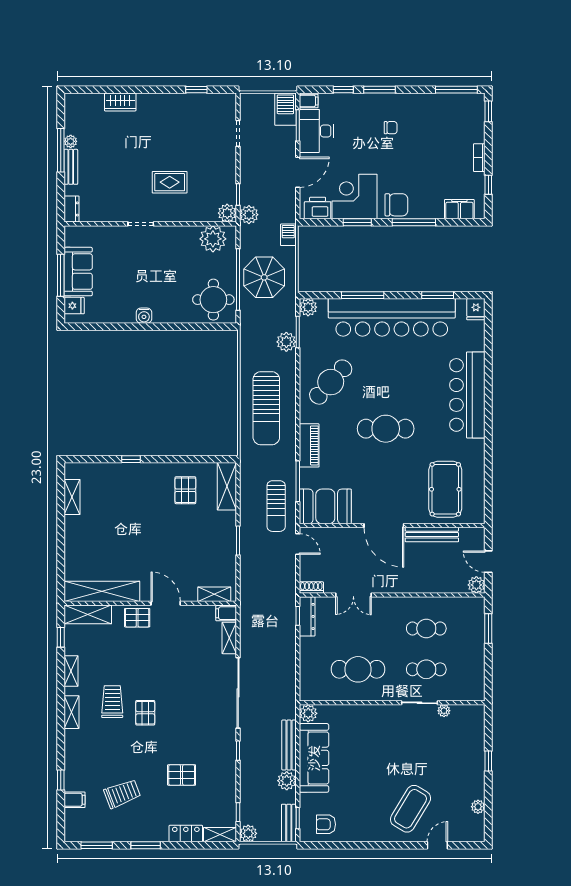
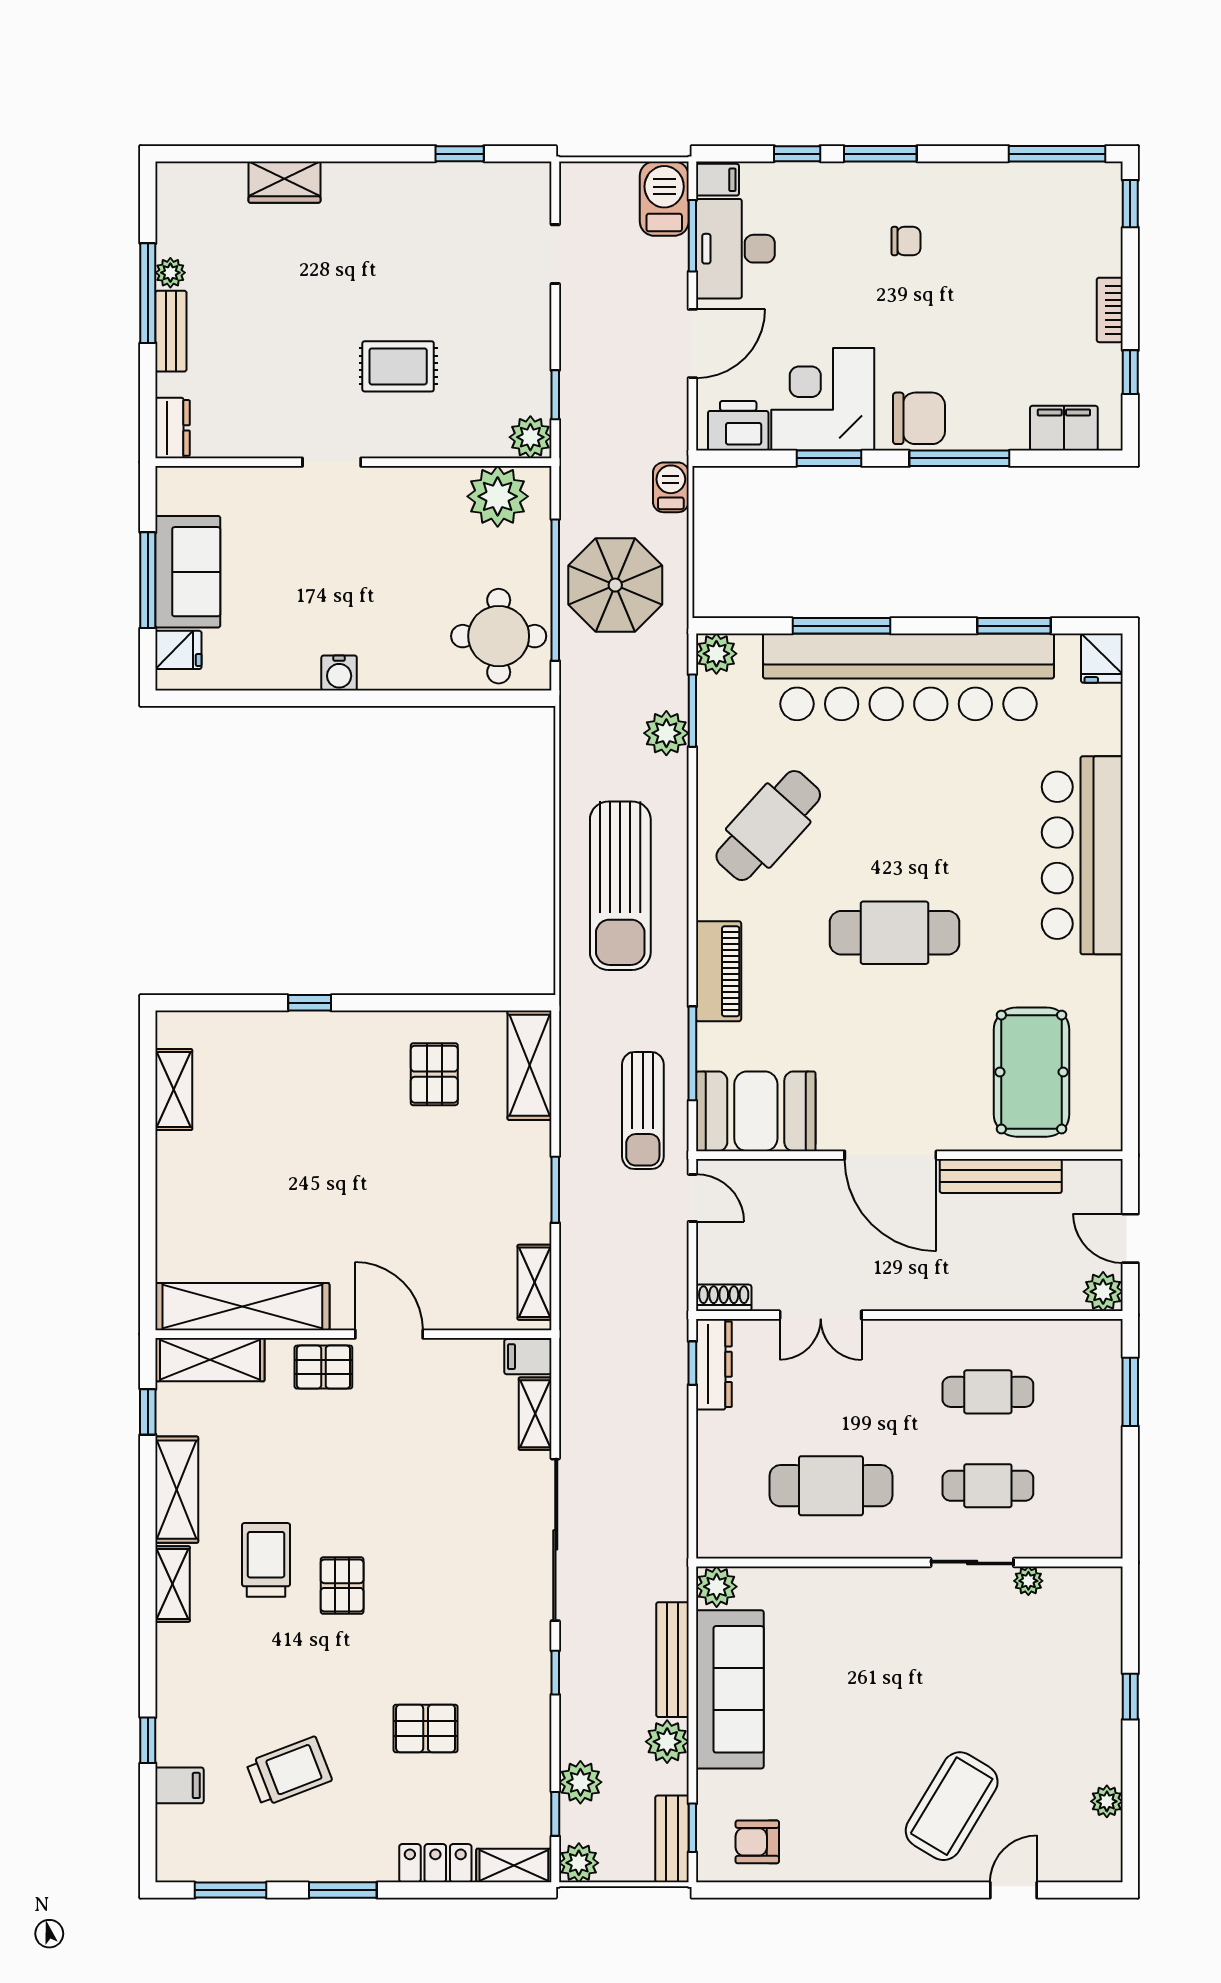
plant: (249, 215) -> (580, 1782), moved
shelving: (214, 594) -> (535, 1282), moved, turned 90
shelving: (71, 671) -> (177, 1490), width x1.50, depth x1.33

